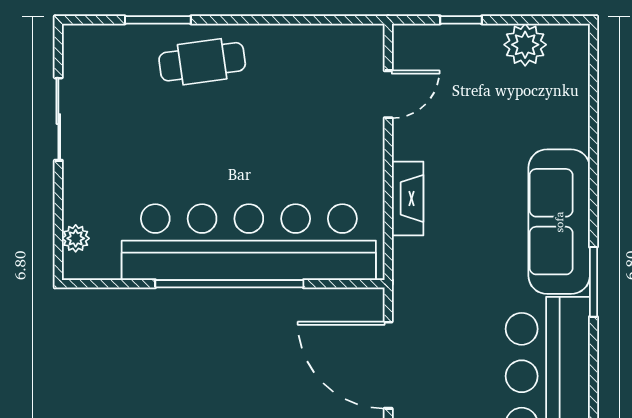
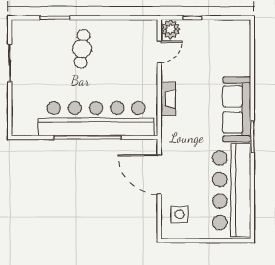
plant: (525, 45) -> (171, 29), moved
cafe table: (202, 62) -> (82, 49), moved, turned -76
plant: (76, 238) -> (18, 117), removed

